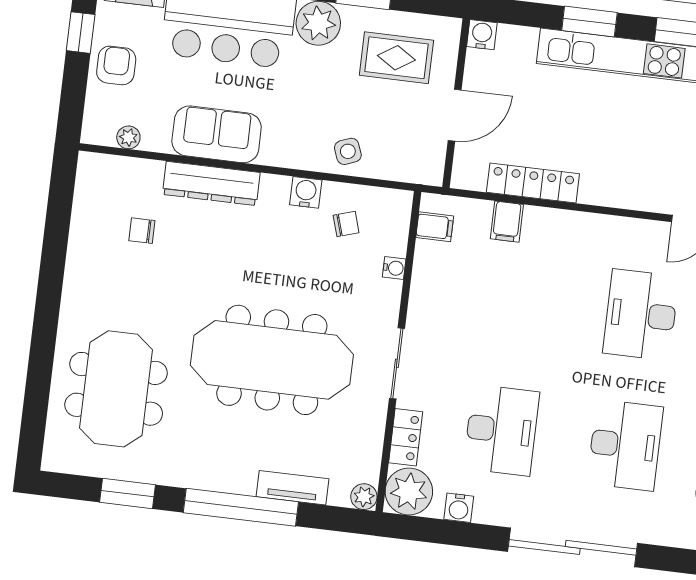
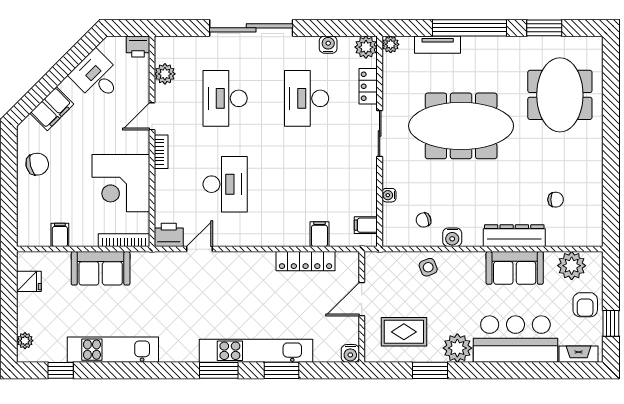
plant: (128, 137) -> (572, 266), width x1.88, depth x1.88
plant: (409, 491) -> (366, 47), width x0.73, depth x0.73

